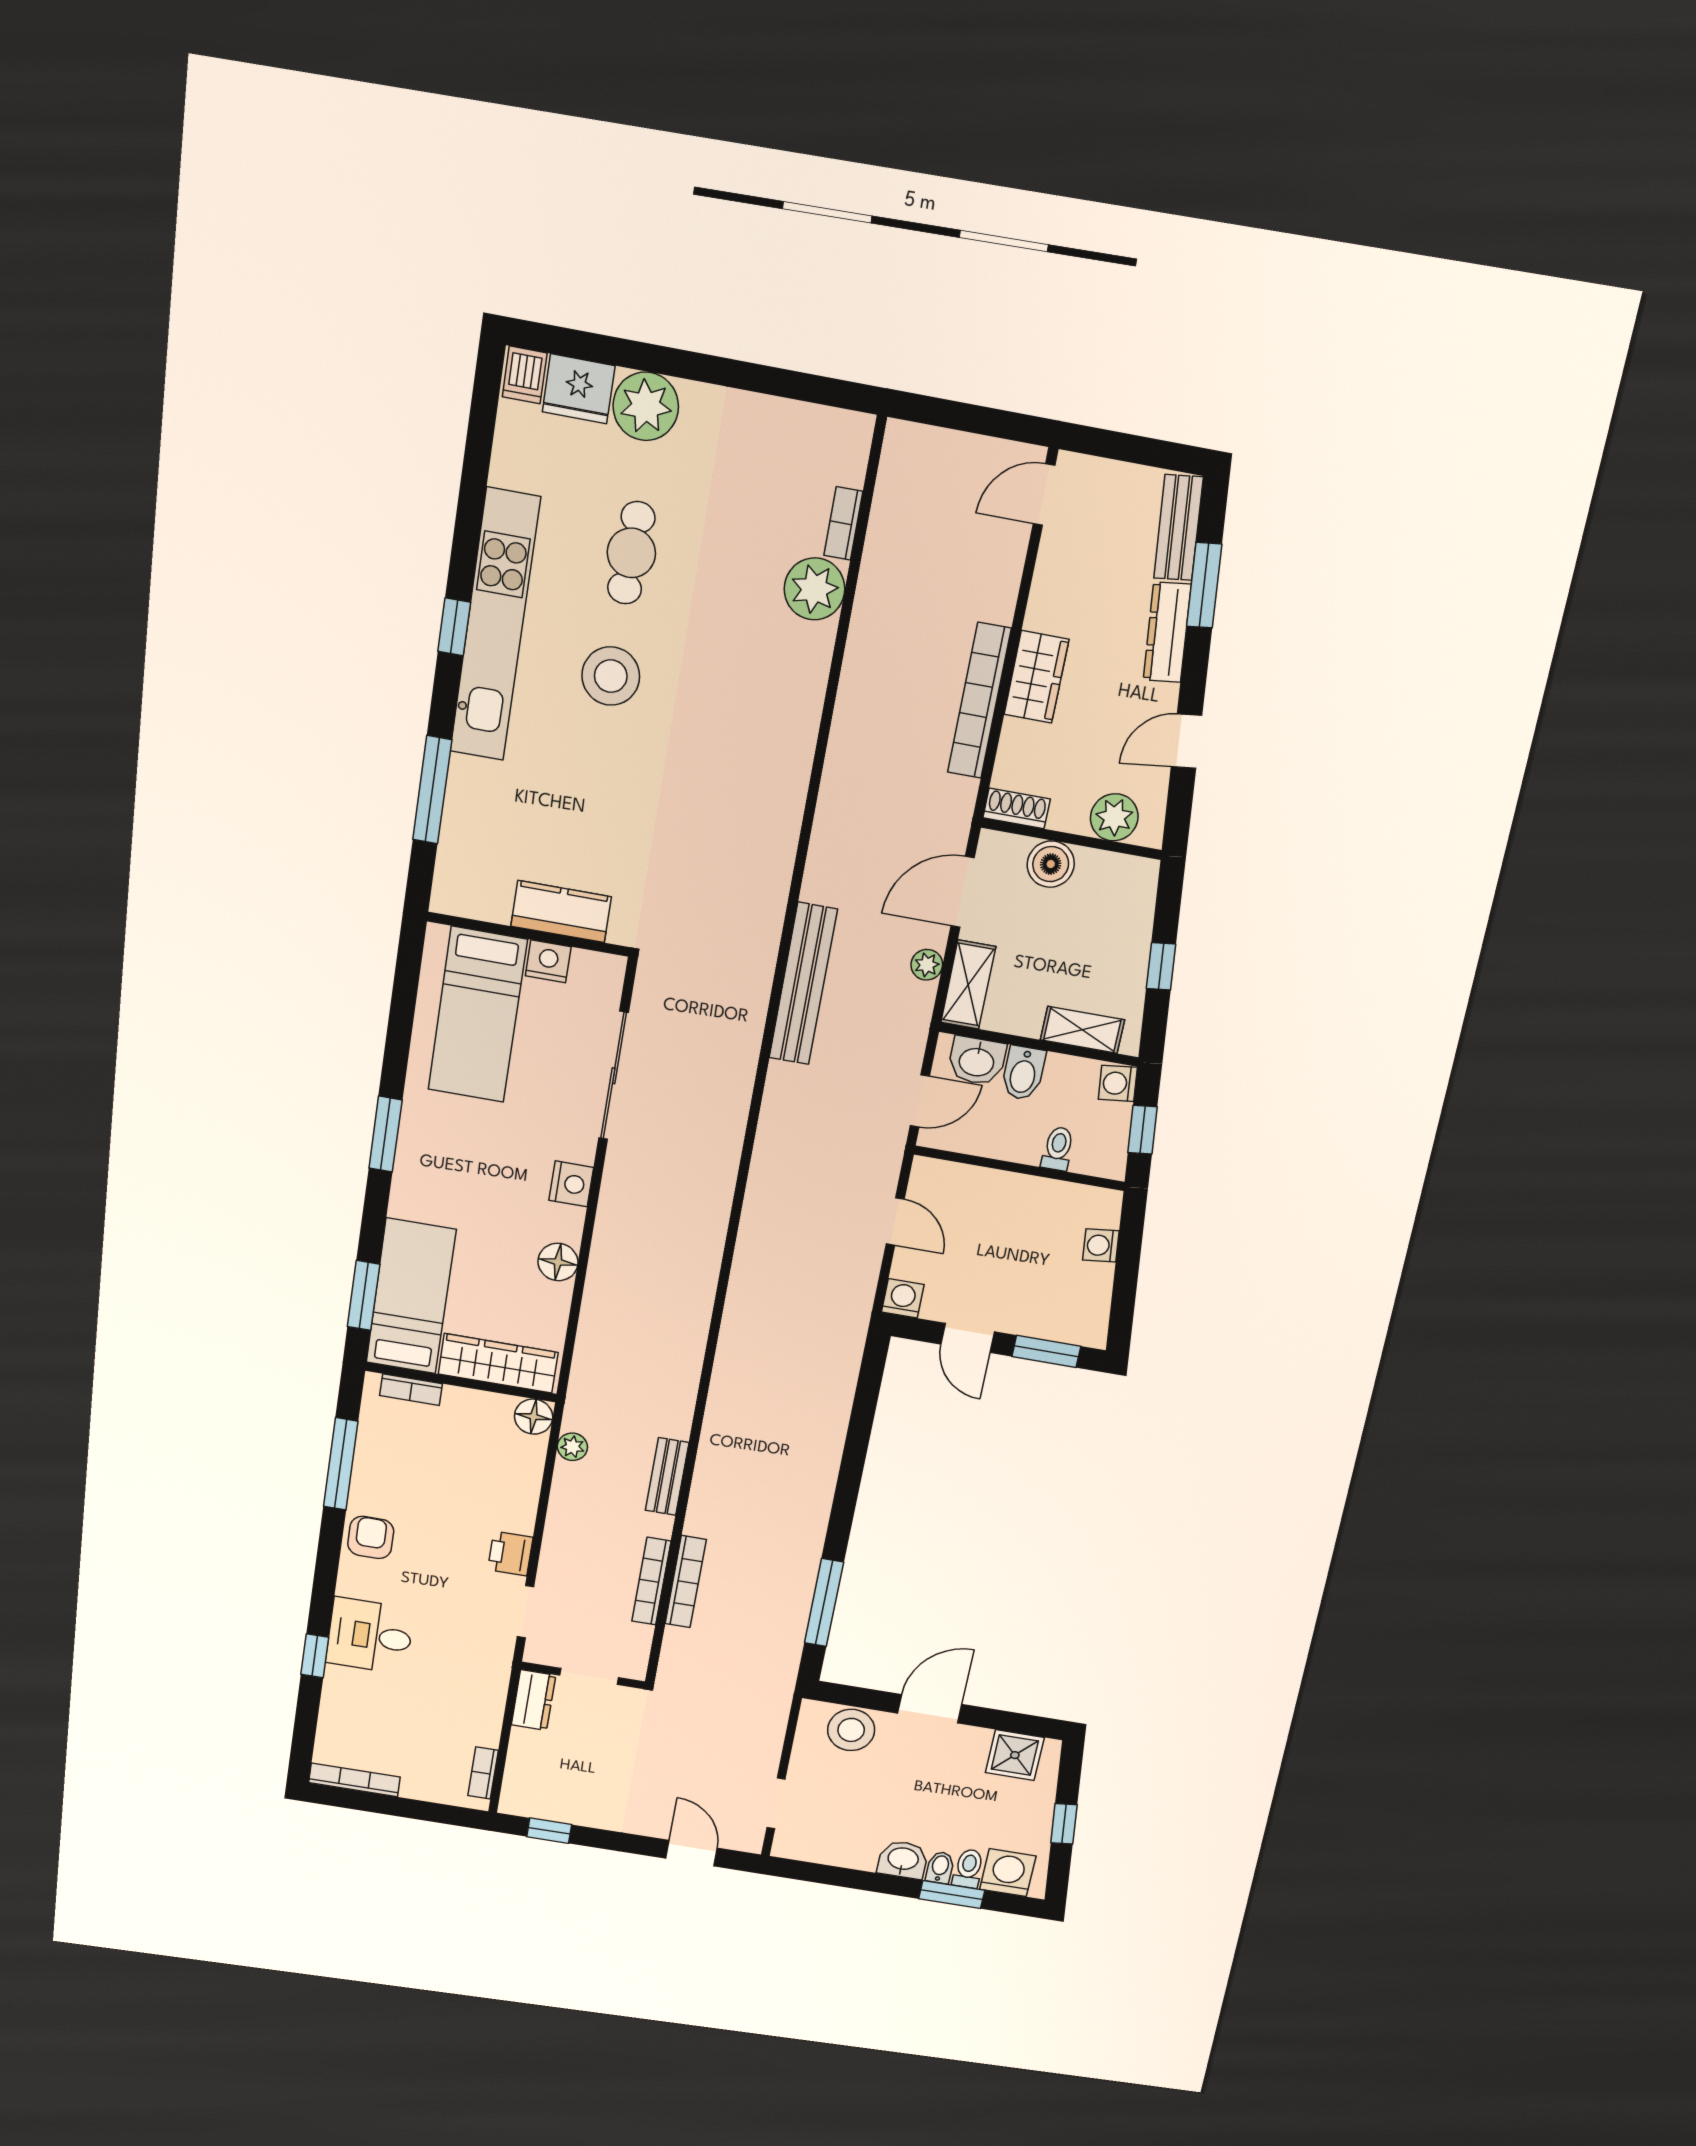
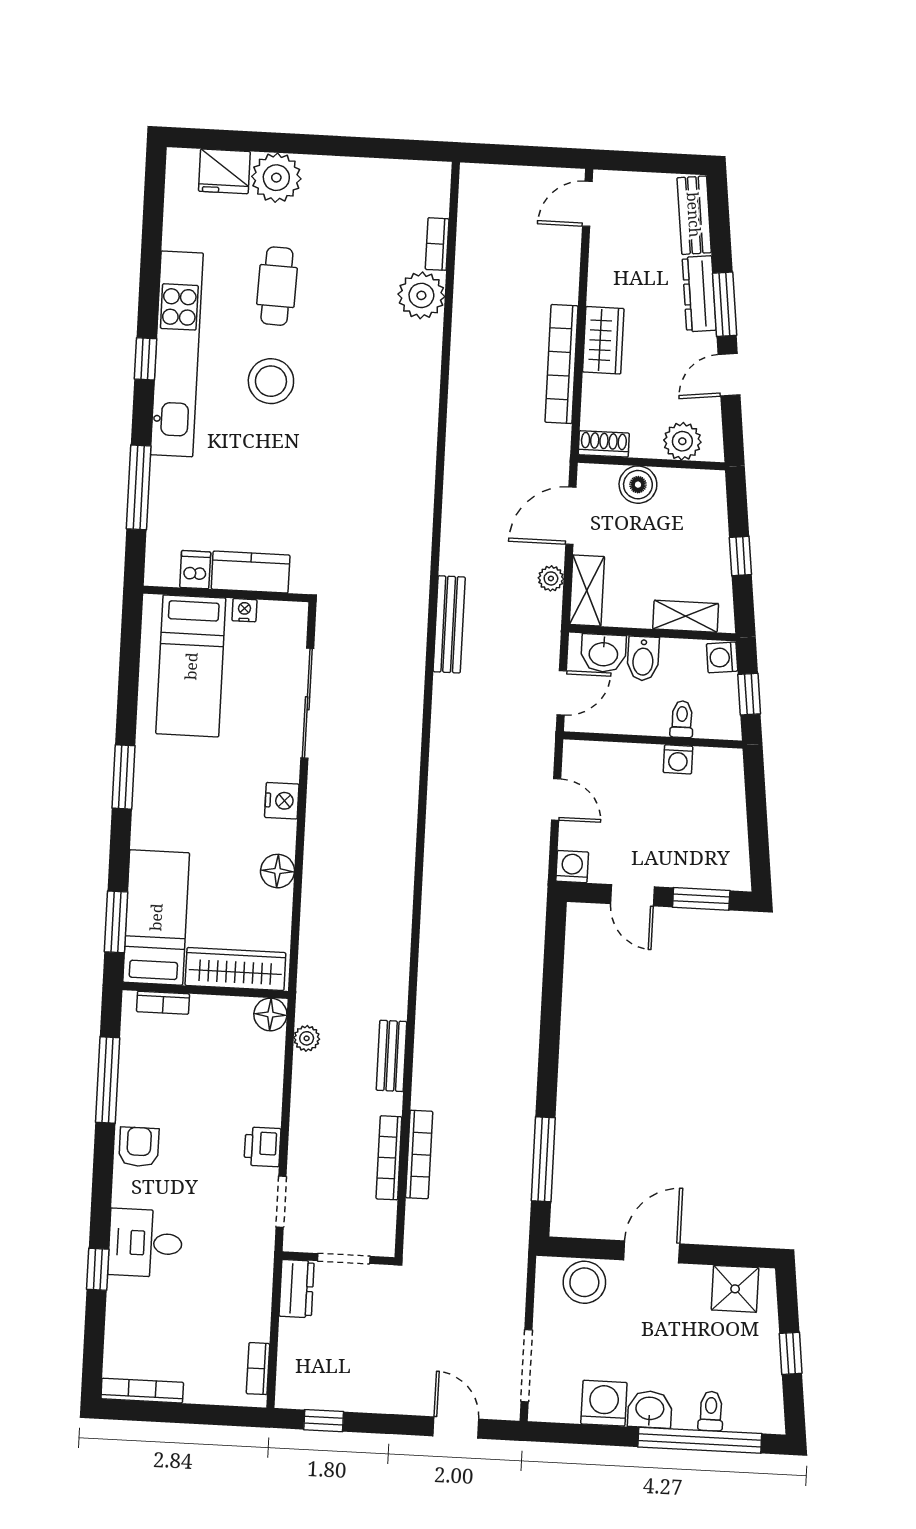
dishwasher: (525, 375) -> (195, 570), moved, turned 180
window: (1204, 585) -> (725, 304), moved
nightstand: (548, 961) -> (244, 610), width x0.72, depth x0.74
bench: (803, 984) -> (449, 624), width x0.73, depth x0.82
washing machine: (1101, 1245) -> (678, 759), moved, turned -83
doorway: (776, 1803) -> (526, 1366), width x1.38
bidet: (940, 1867) -> (685, 1413), removed
washing machine: (1008, 1873) -> (604, 1403), moved
window: (952, 1894) -> (700, 1440), width x2.11

